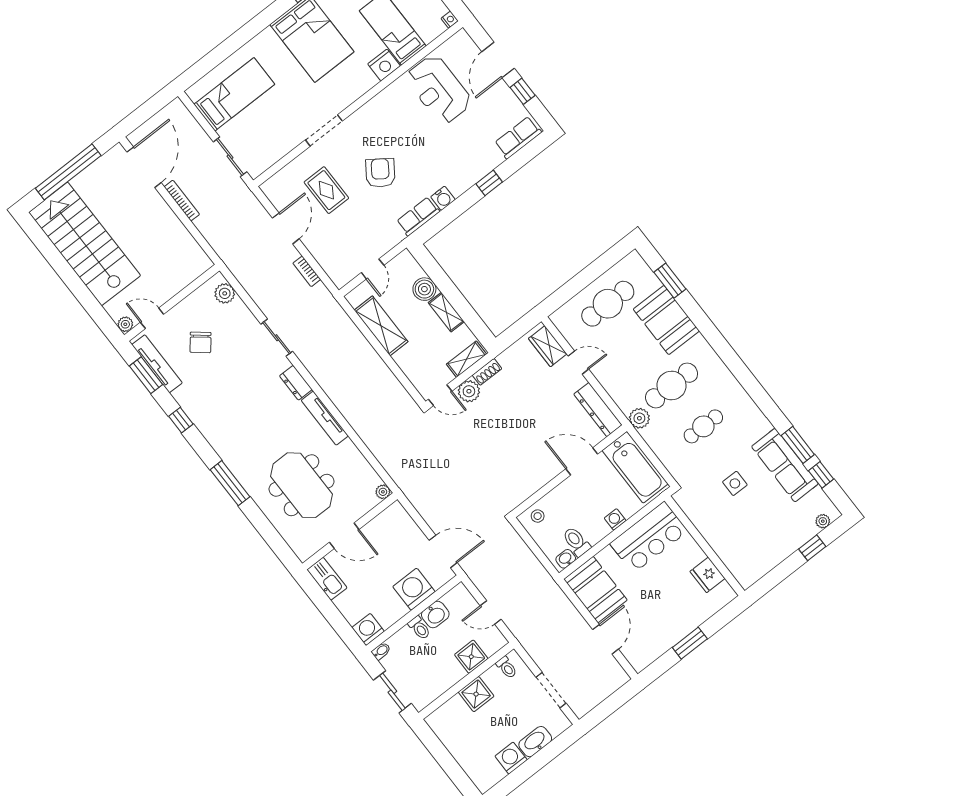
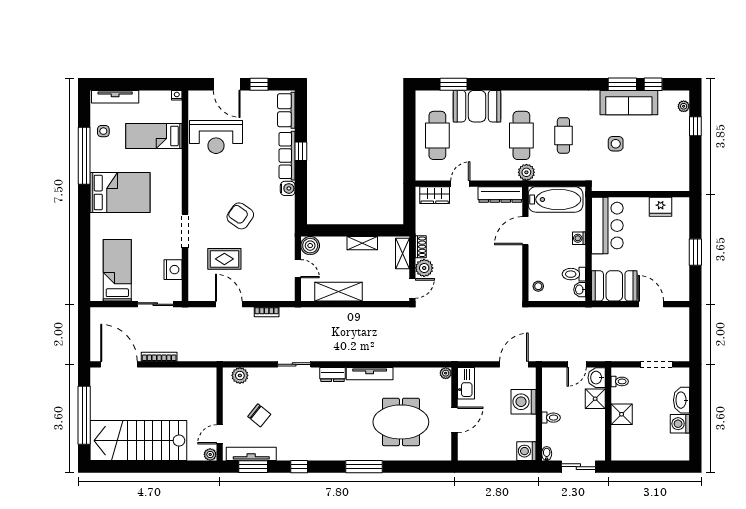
nightstand: (384, 65) -> (173, 270), moved
row of seats: (418, 216) -> (287, 156), moved, width x1.48
boiler: (424, 289) -> (310, 246), moved
kitchen sink: (327, 579) -> (466, 383), moved, turned 90
washbasin: (435, 615) -> (597, 378), moved, turned 180

